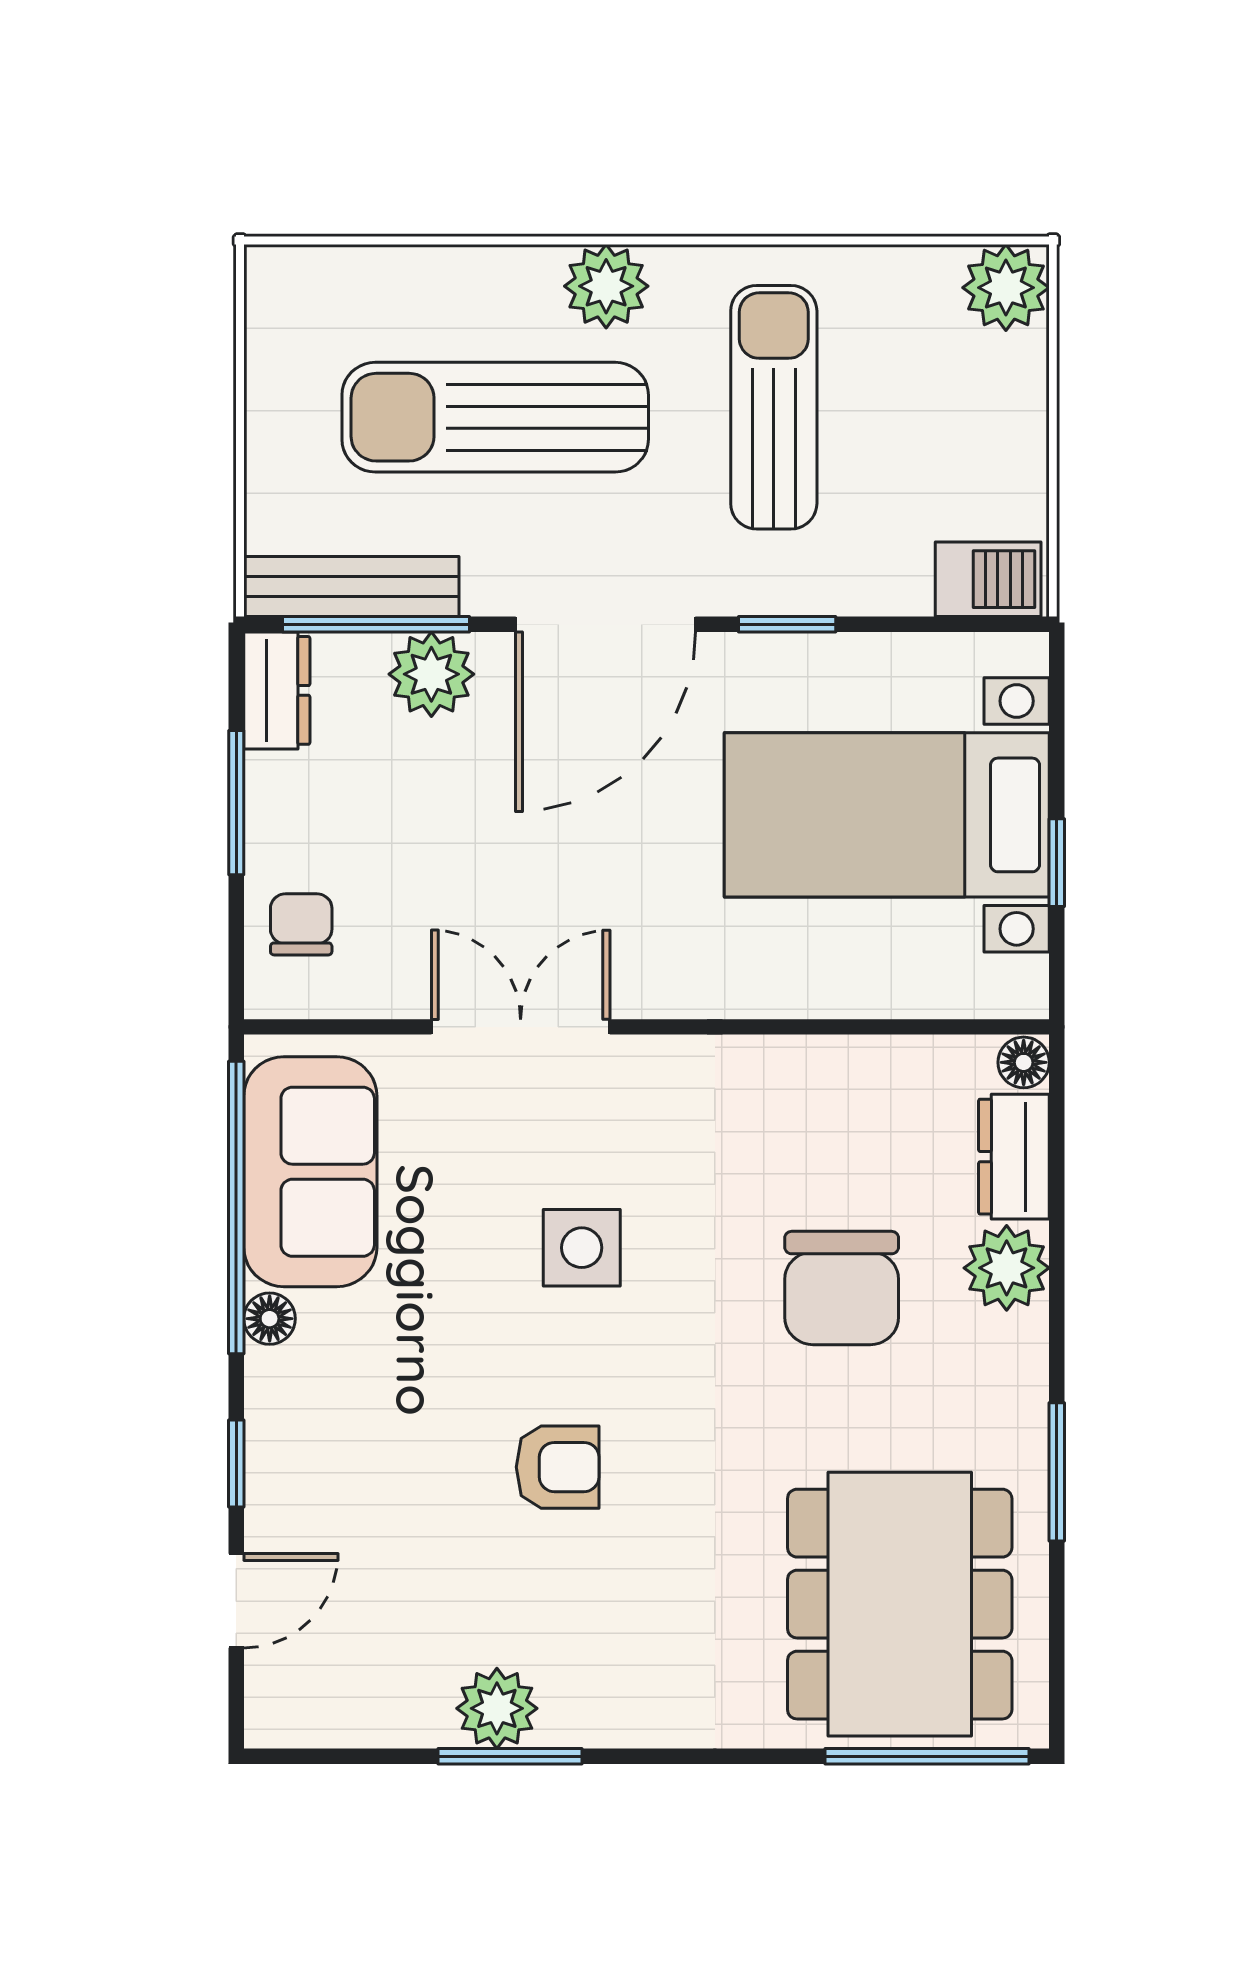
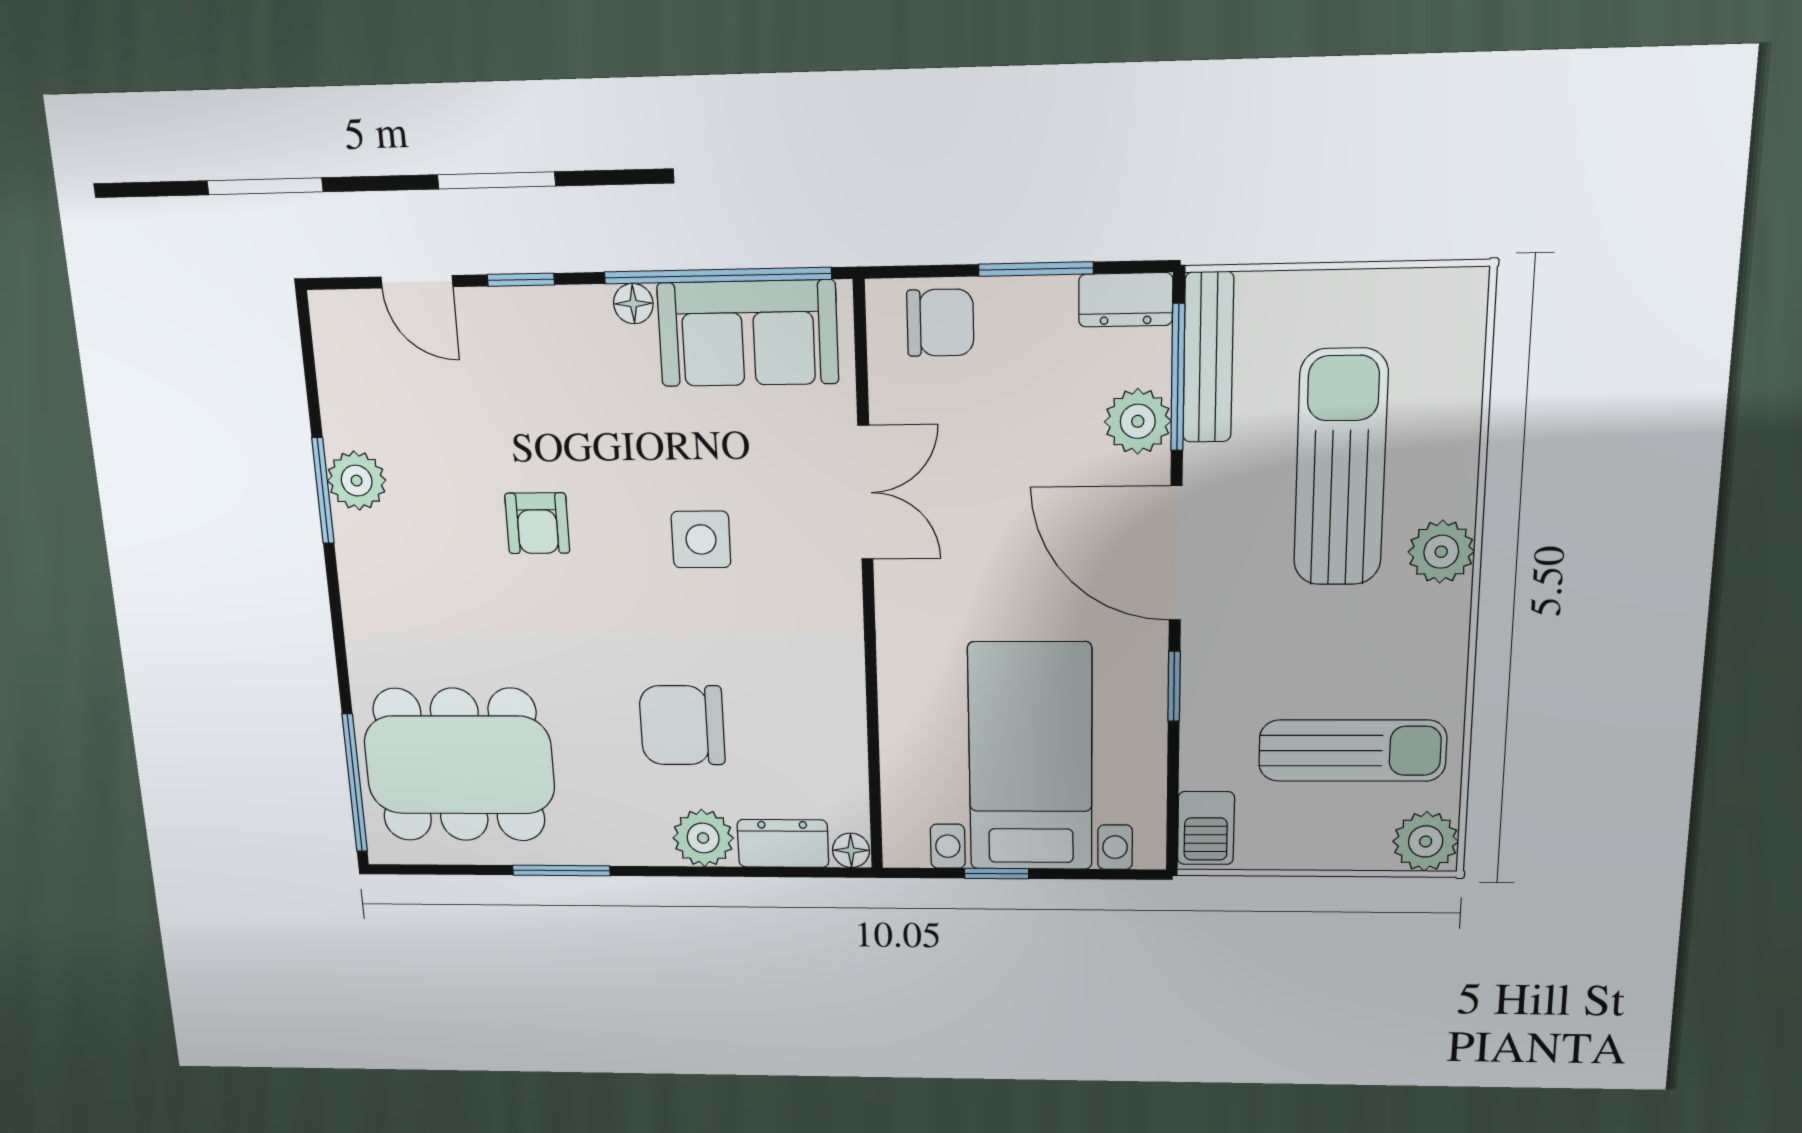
sun lounger: (774, 407) -> (1352, 751), moved
chair: (301, 924) -> (940, 323), width x1.37, depth x1.37

